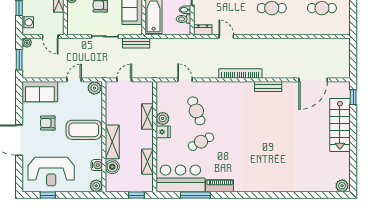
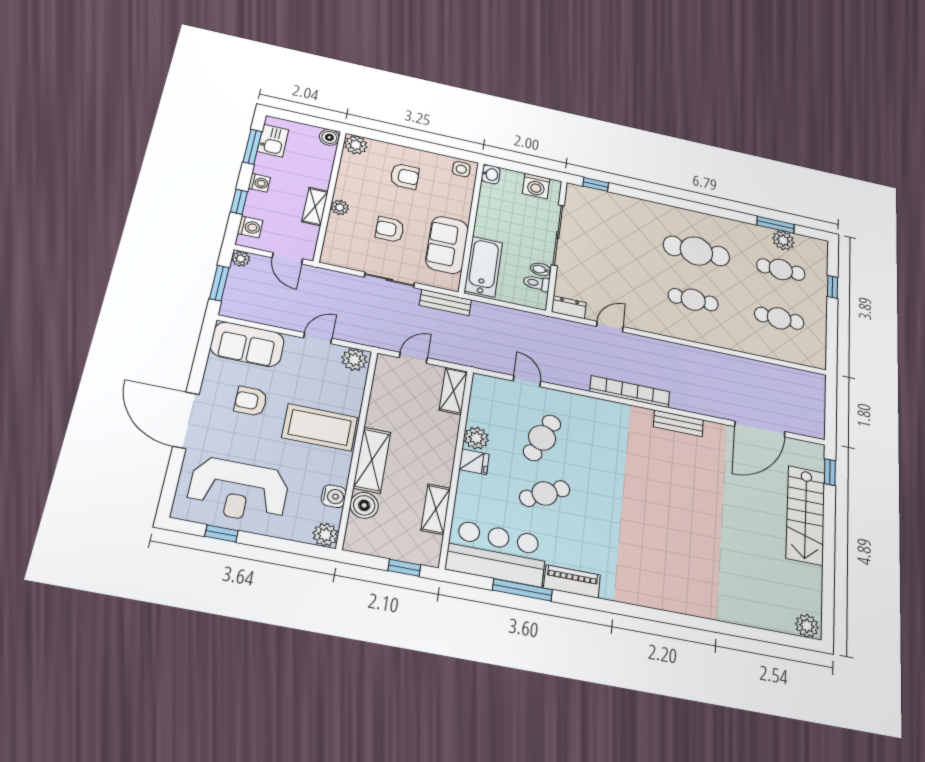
door: (226, 36) -> (610, 327), hinge flipped
cafe table: (196, 111) -> (542, 438), turned 44
shelving: (147, 116) -> (453, 391), moved

